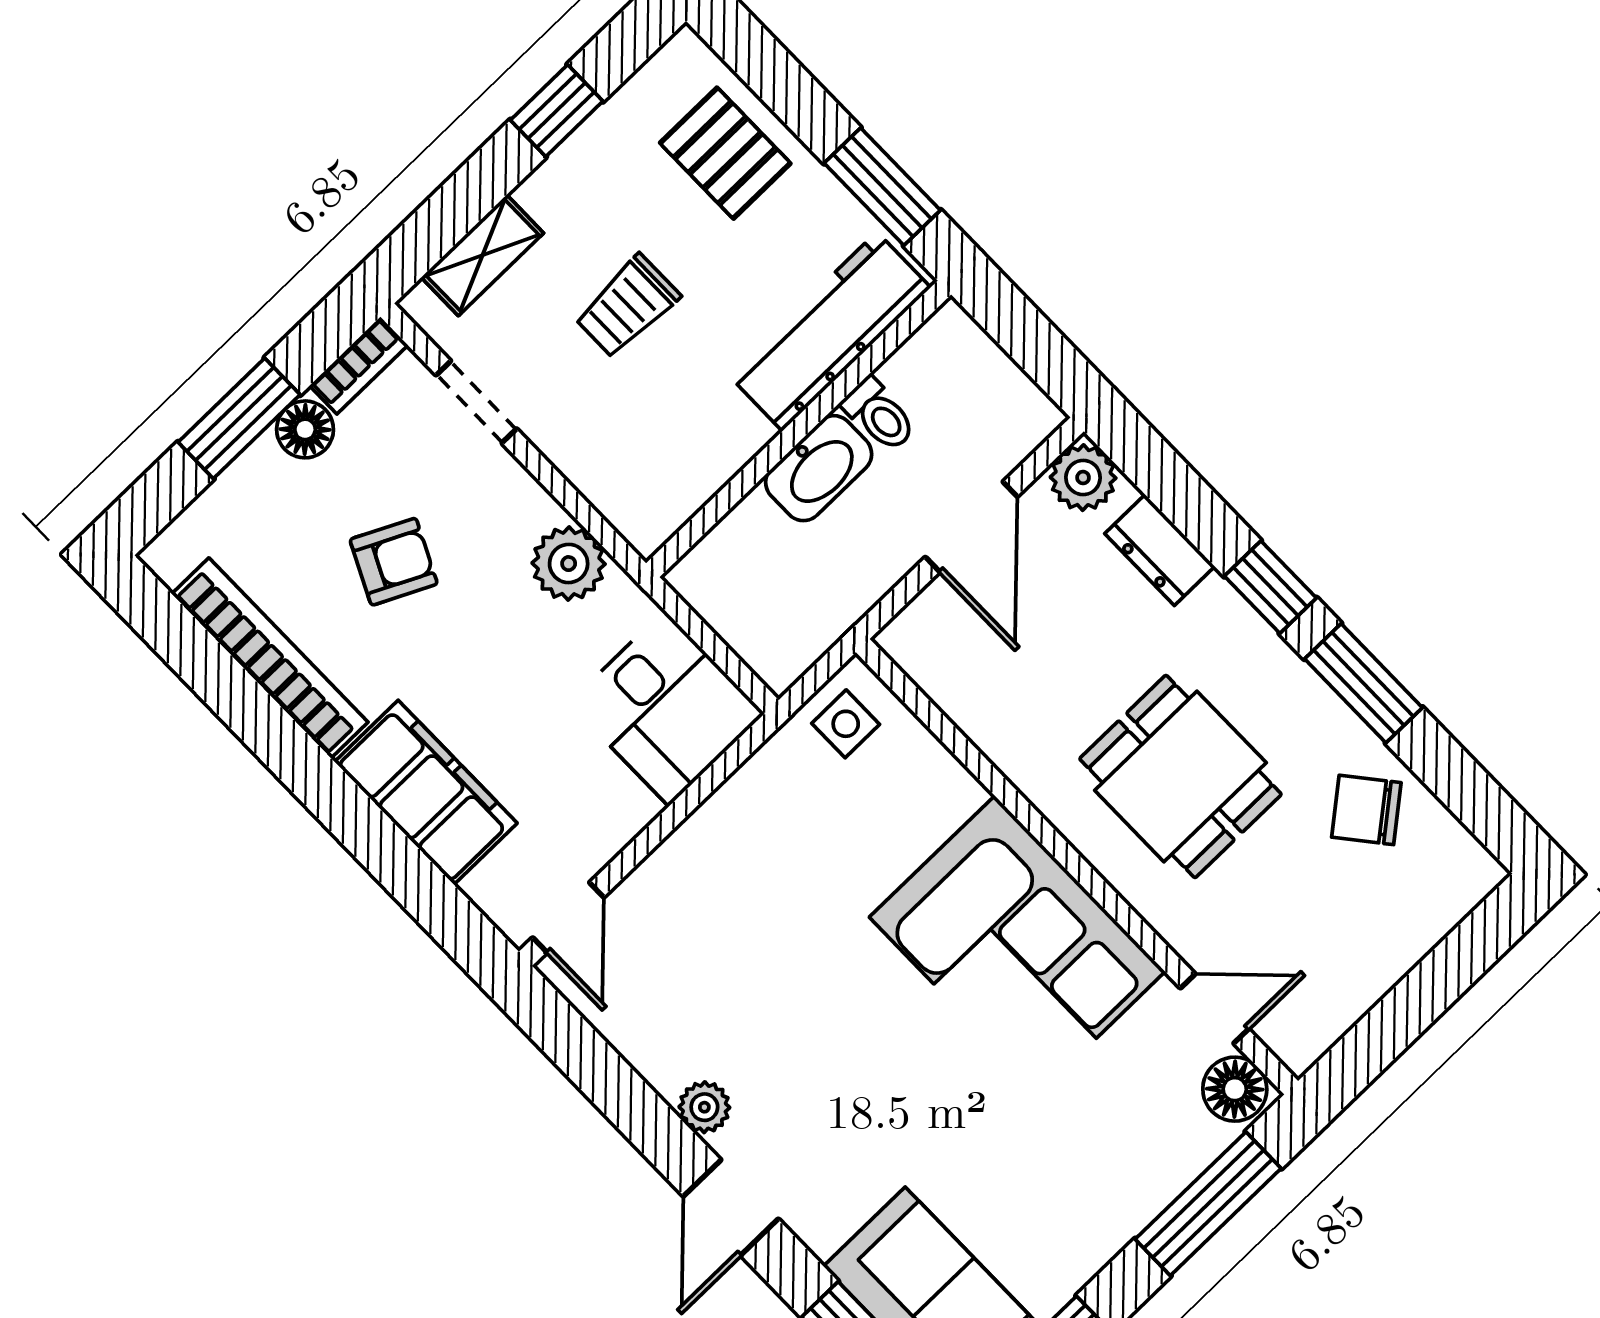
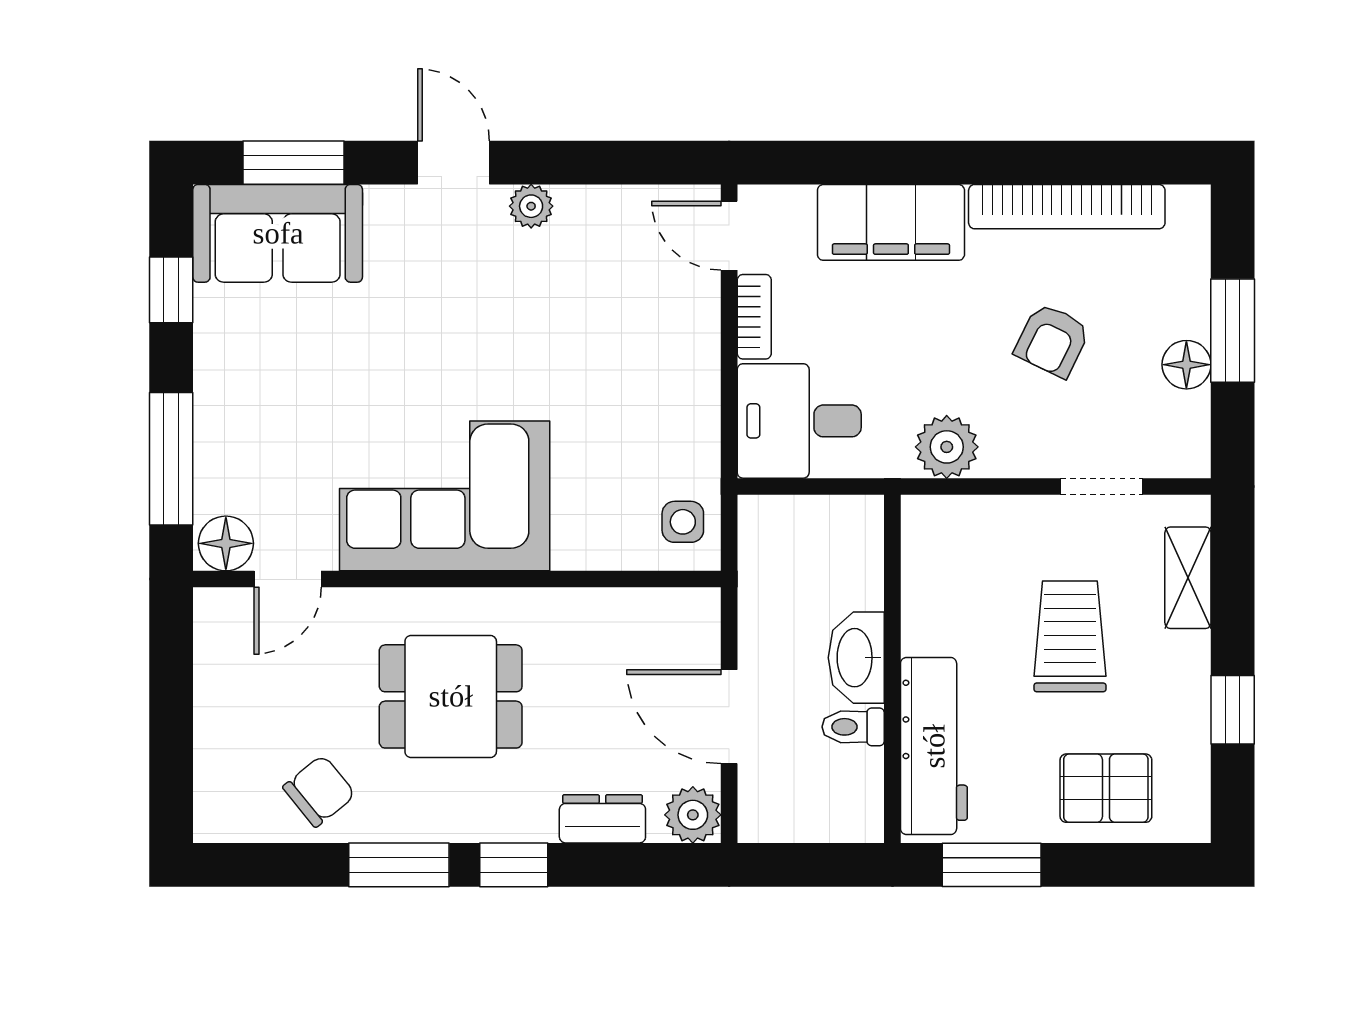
trolley: (627, 306) -> (1070, 636), width x1.36, depth x1.39
bookcase: (359, 365) -> (754, 317), moved, turned 180

